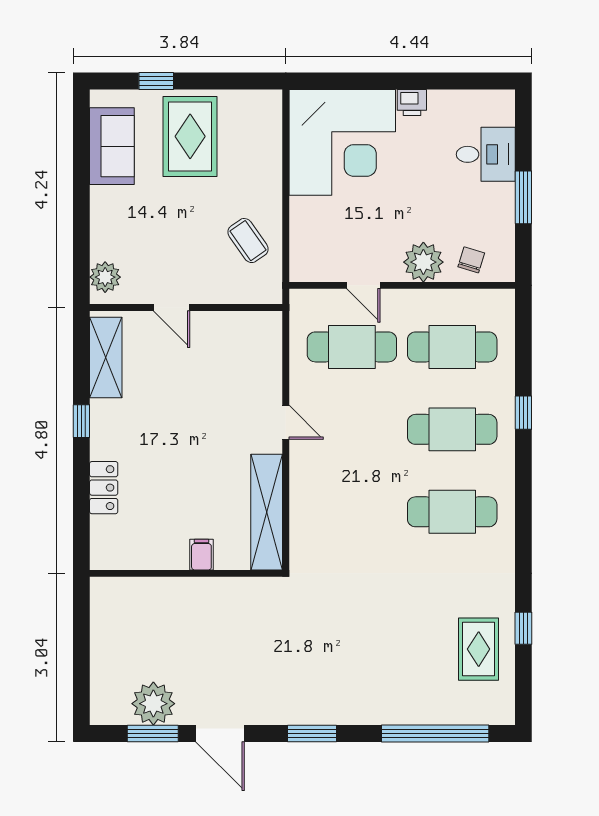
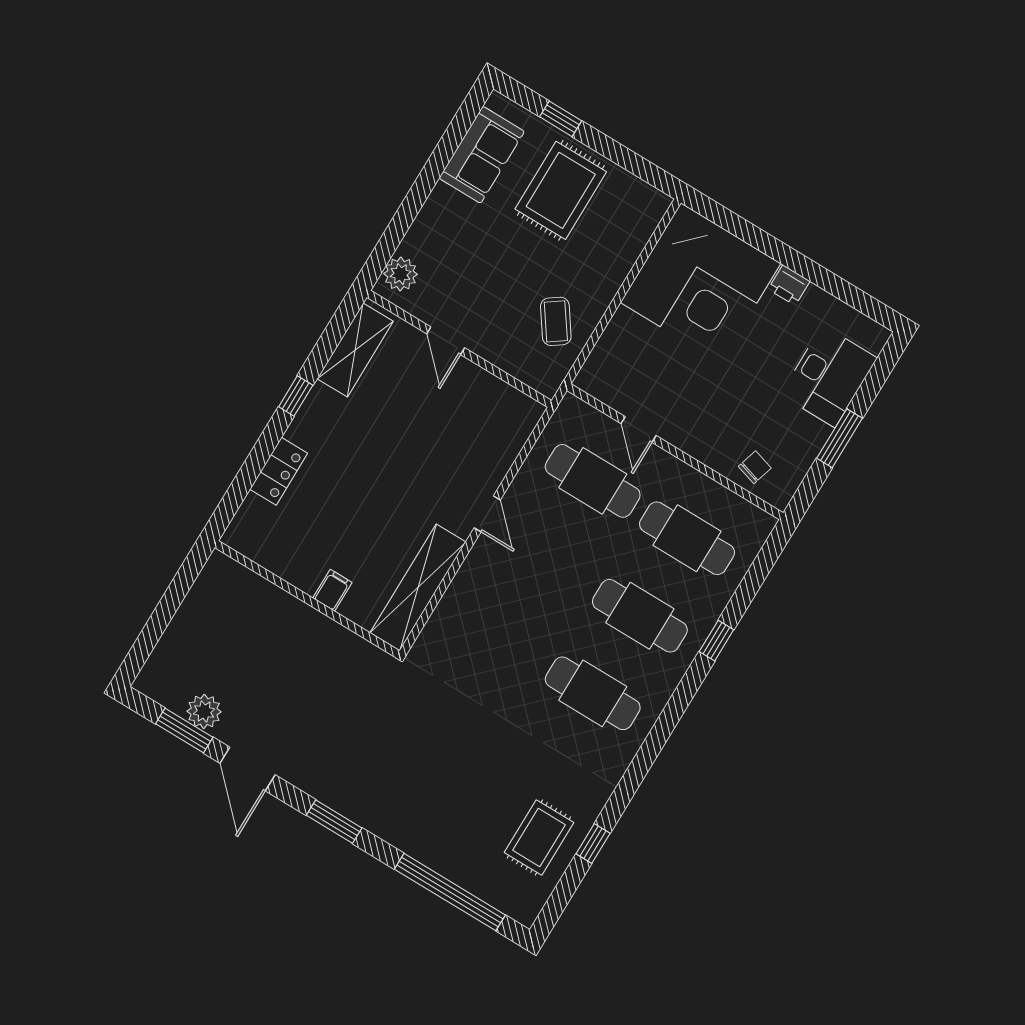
desk: (486, 154) -> (829, 376), width x1.37
plant: (423, 262) -> (709, 442), removed
plant: (153, 704) -> (204, 711), width x0.73, depth x0.73

